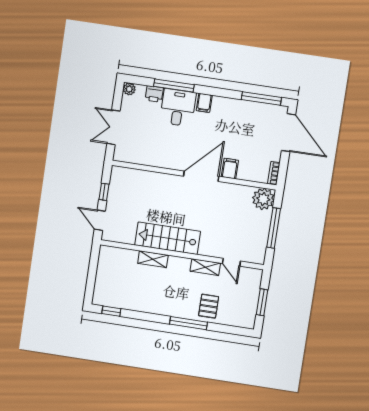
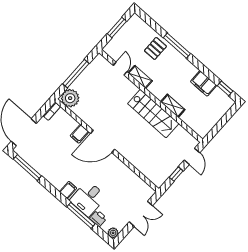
filing cabinet: (136, 302) -> (204, 83), added

